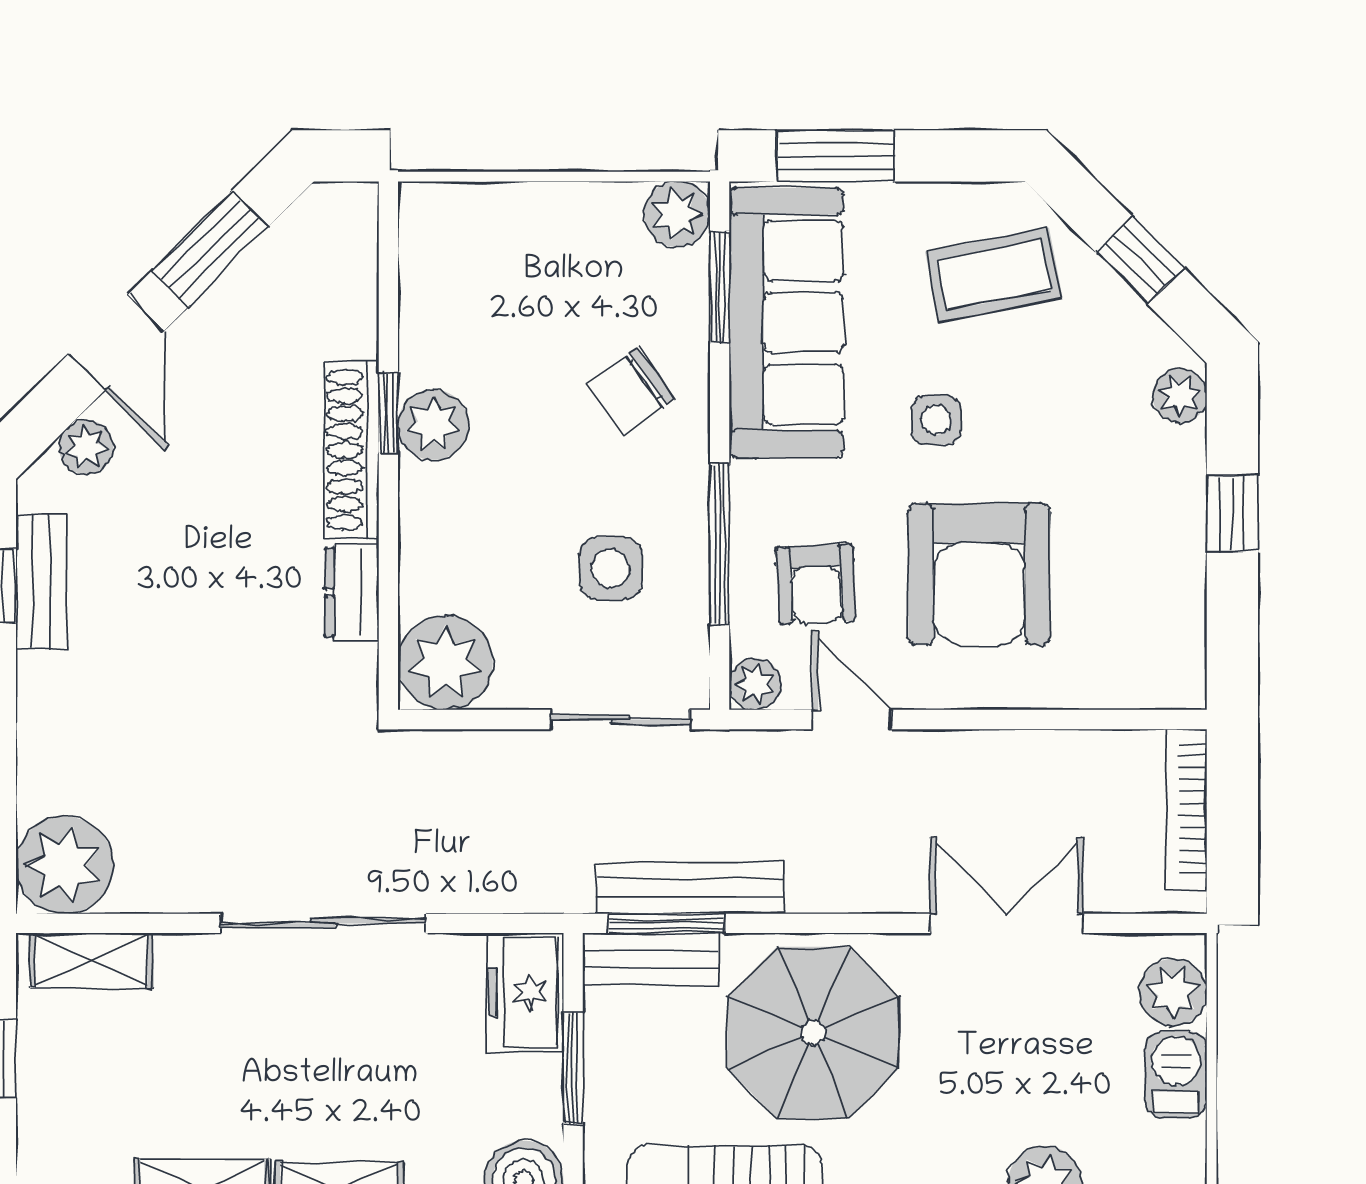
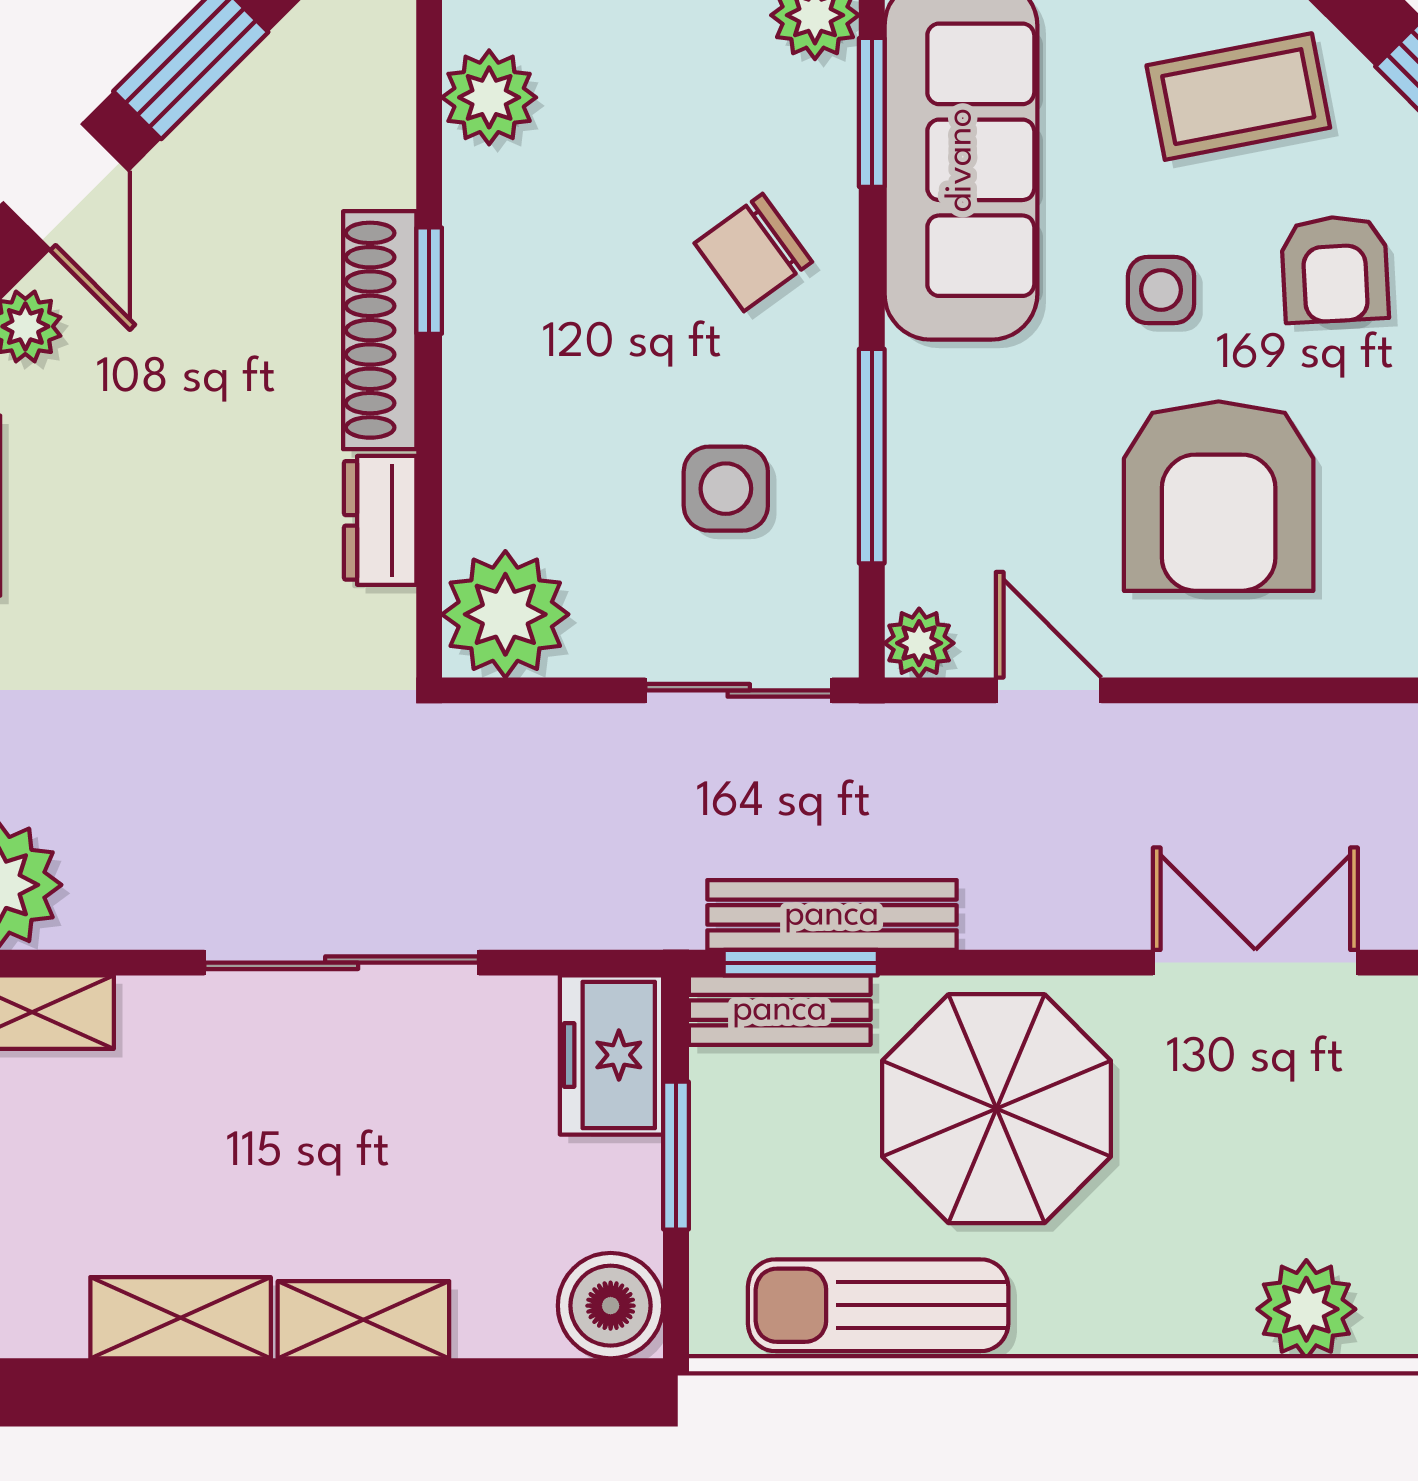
plant: (433, 425) -> (489, 97), moved
armchair: (816, 584) -> (1335, 269), moved

